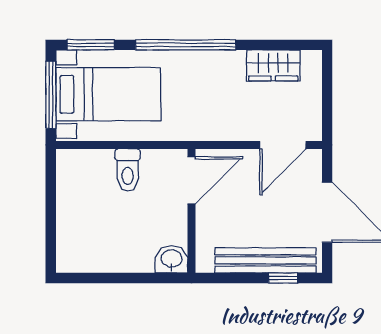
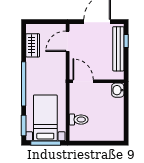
door: (283, 145) -> (68, 41), swing flipped
toilet: (128, 170) -> (79, 120), moved

